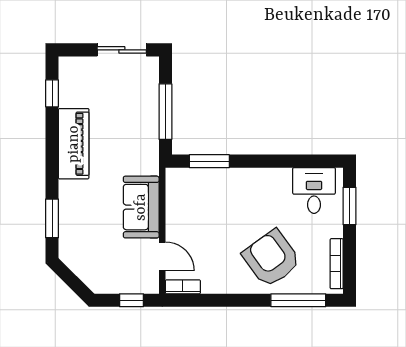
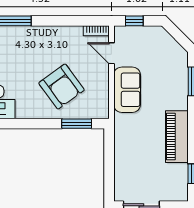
window: (165, 112) -> (109, 160), removed
armchair: (271, 258) -> (62, 87), moved

